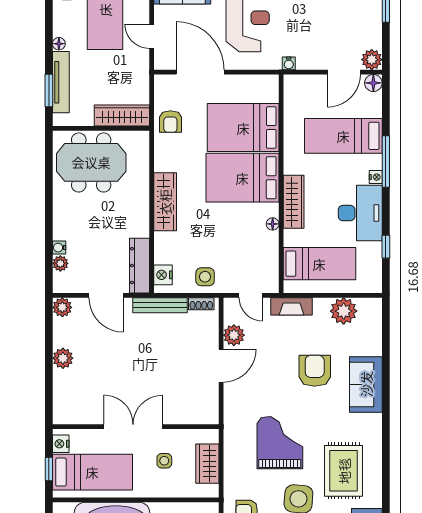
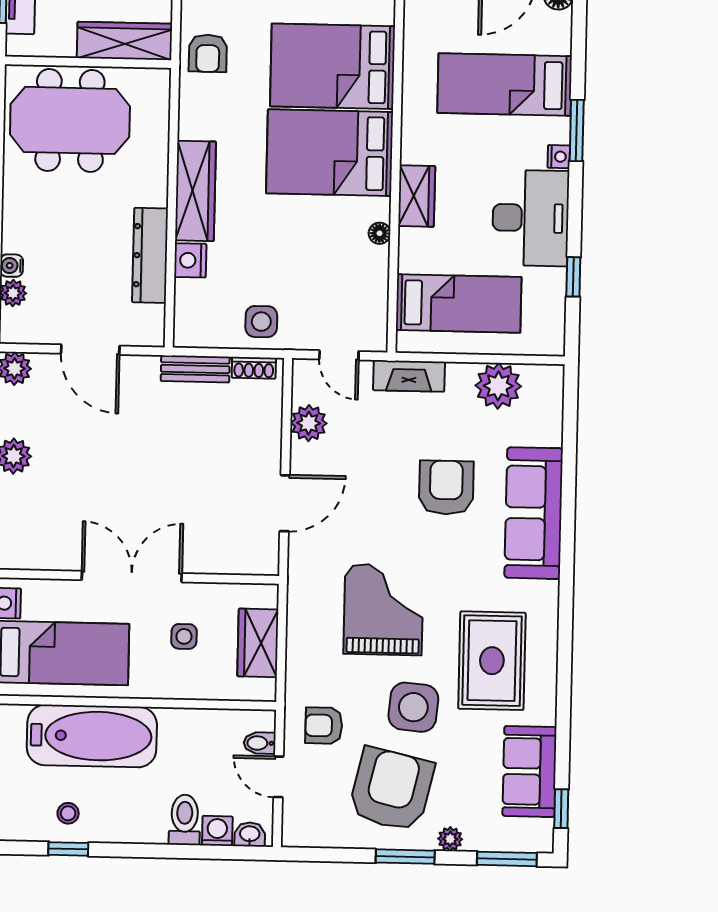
window: (386, 162) -> (577, 130), width x0.69
wardrobe: (294, 202) -> (417, 196), width x0.67
dresser: (140, 266) -> (150, 255), moved
nightstand: (163, 275) -> (190, 260), moved
bench: (160, 305) -> (195, 369), width x0.73
door: (221, 366) -> (285, 503), moved
sofa: (366, 384) -> (534, 513), width x1.36

